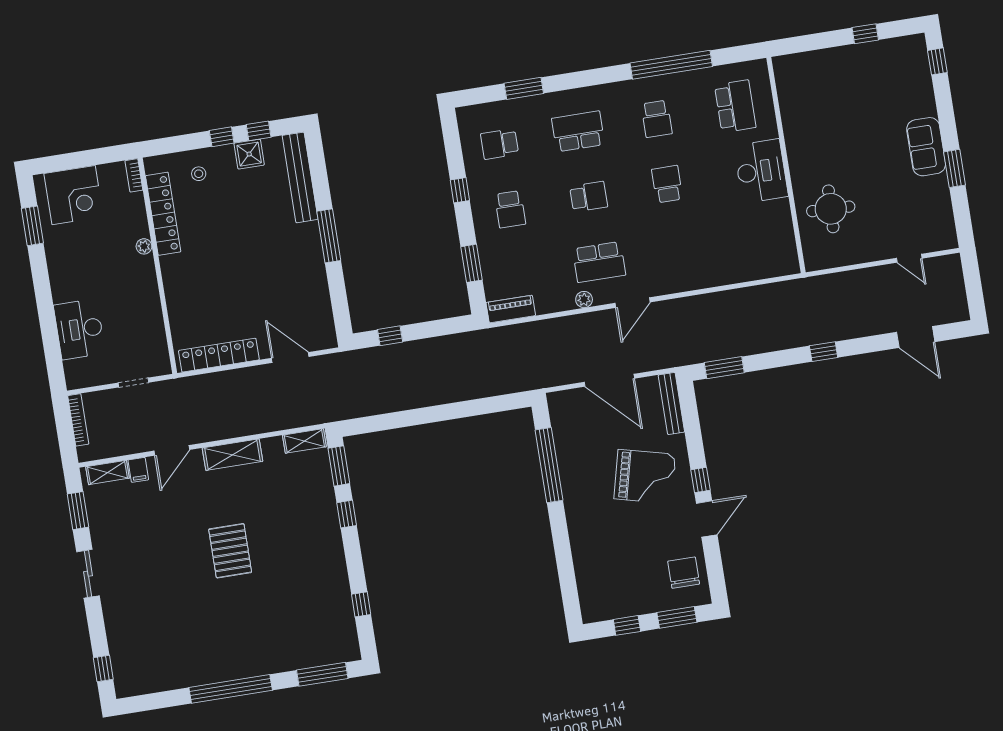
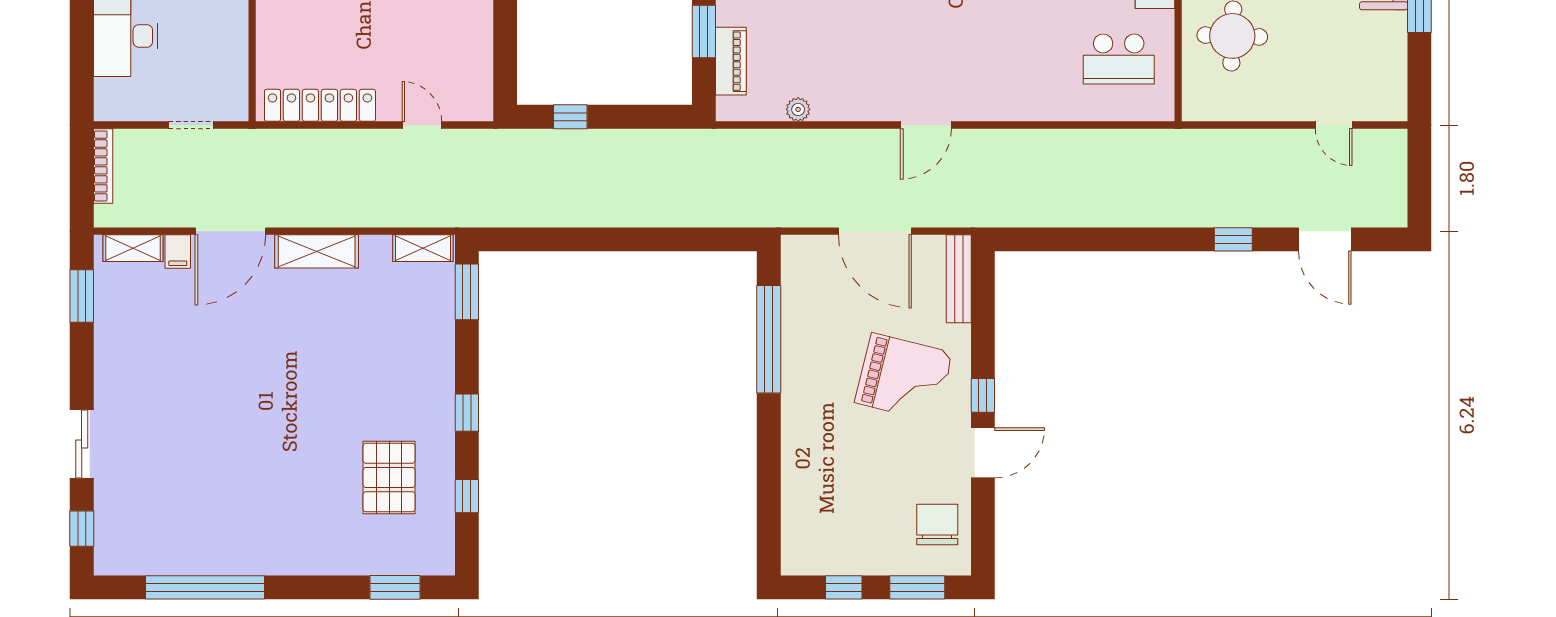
school desk: (599, 262) -> (1119, 59), moved
plant: (584, 300) -> (798, 109), moved
piano: (511, 309) -> (731, 61), moved, turned 90
window: (824, 352) -> (1233, 239), moved
door: (290, 357) -> (422, 125), width x0.73
window: (724, 368) -> (1043, 239), removed
door: (172, 450) -> (230, 231), width x1.36
window: (347, 514) -> (467, 413), moved
pallet: (230, 551) -> (389, 477), moved
sliding door: (88, 574) -> (82, 444), moved
window: (322, 674) -> (395, 587), width x0.69
window: (231, 689) -> (205, 587), moved

